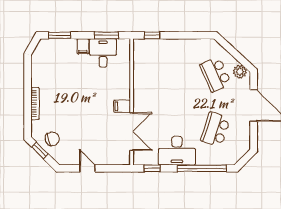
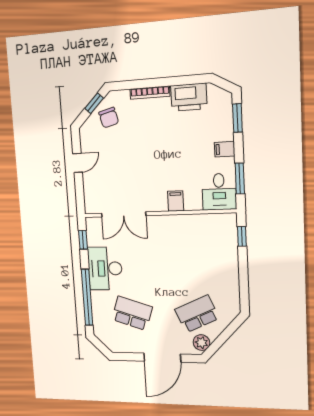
desk: (103, 53) -> (219, 192), moved, turned 90
printer: (41, 72) -> (189, 97), added
filing cabinet: (122, 106) -> (176, 201), moved

